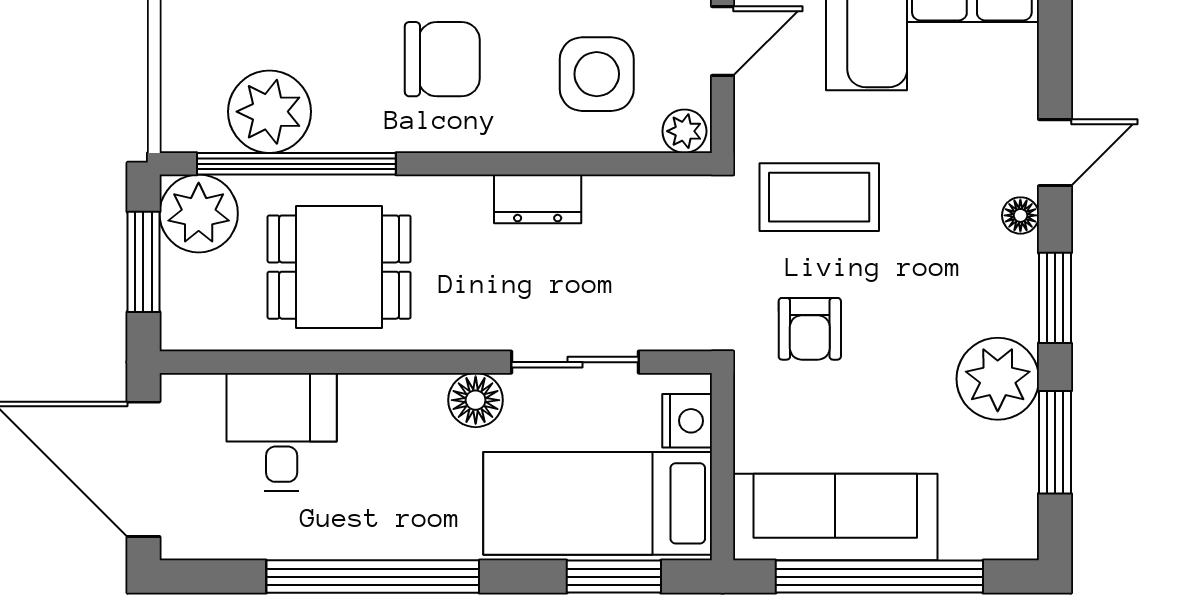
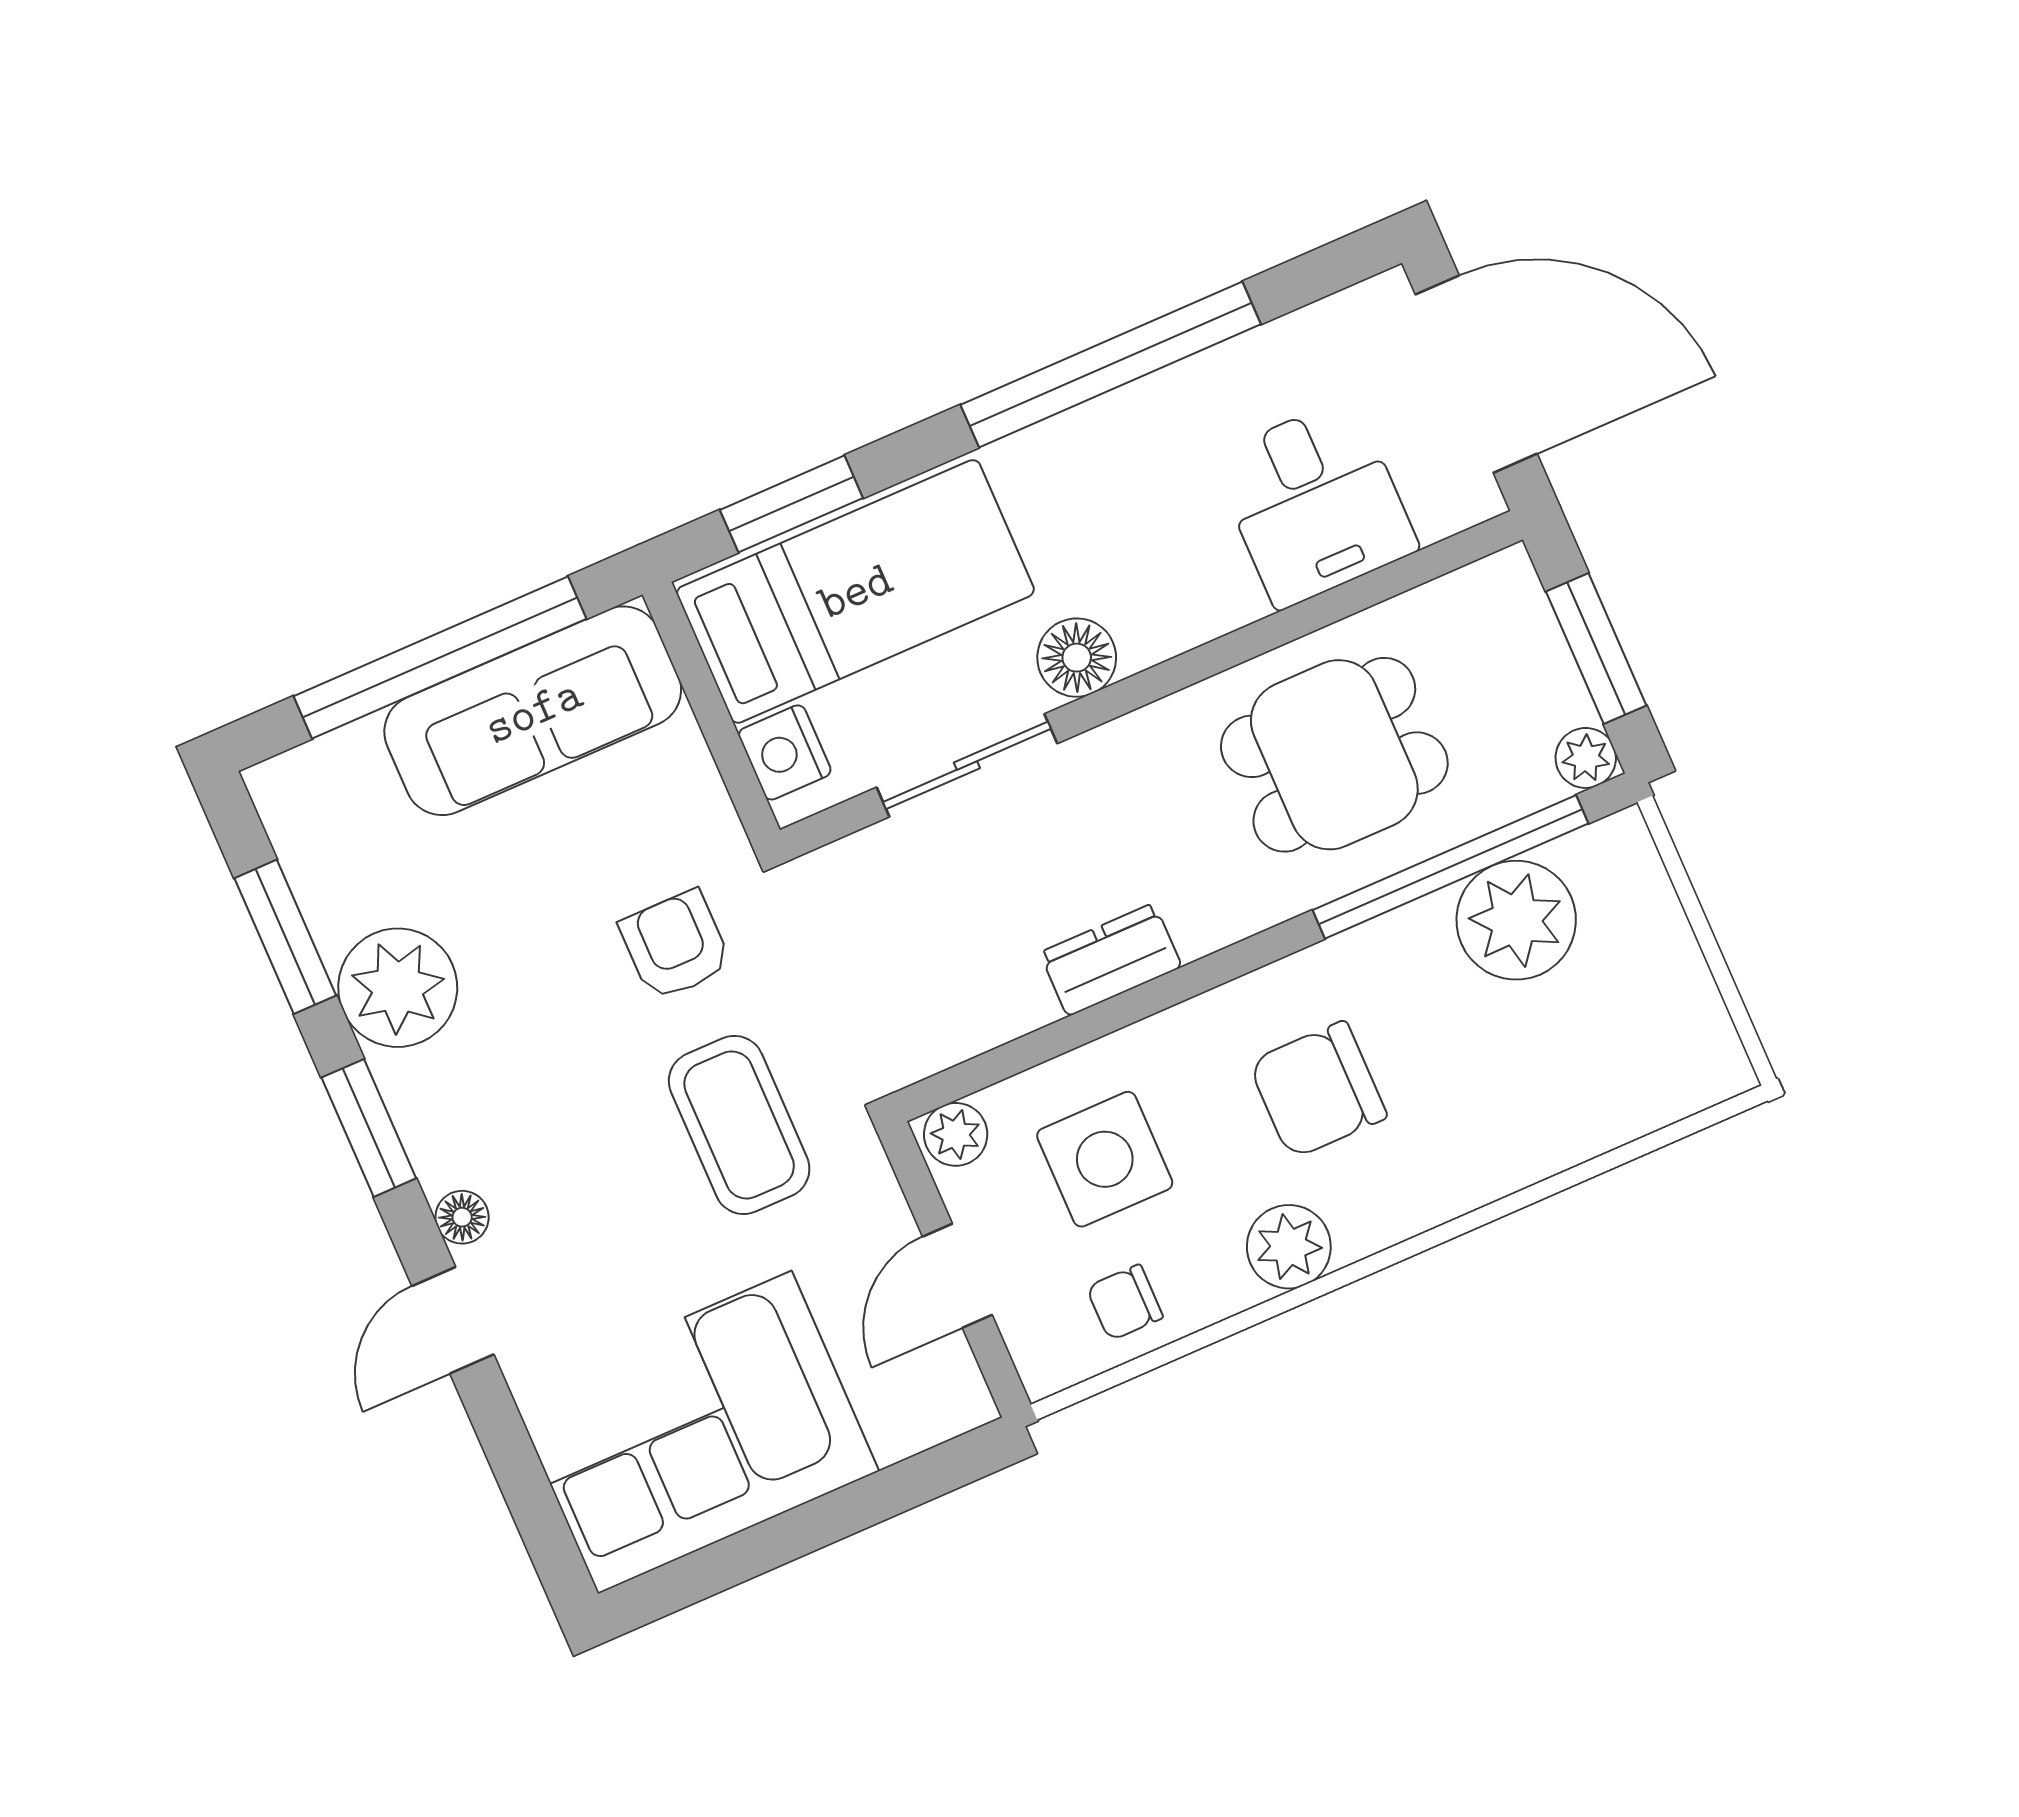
coffee table: (819, 197) -> (739, 1125), turned 90
plant: (199, 214) -> (1586, 758), width x0.53, depth x0.53

